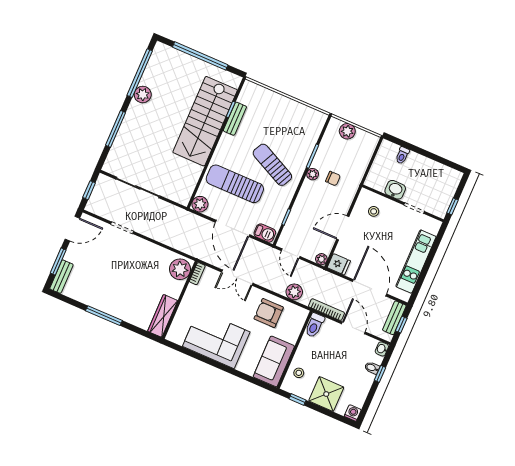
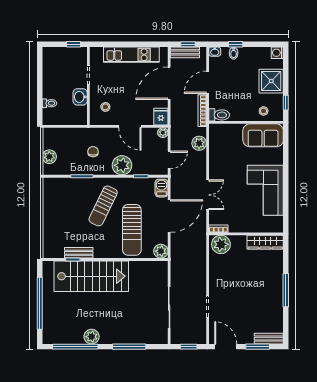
plant: (313, 174) -> (122, 165), moved, width x1.87, depth x1.87
armchair: (269, 313) -> (225, 157), removed

